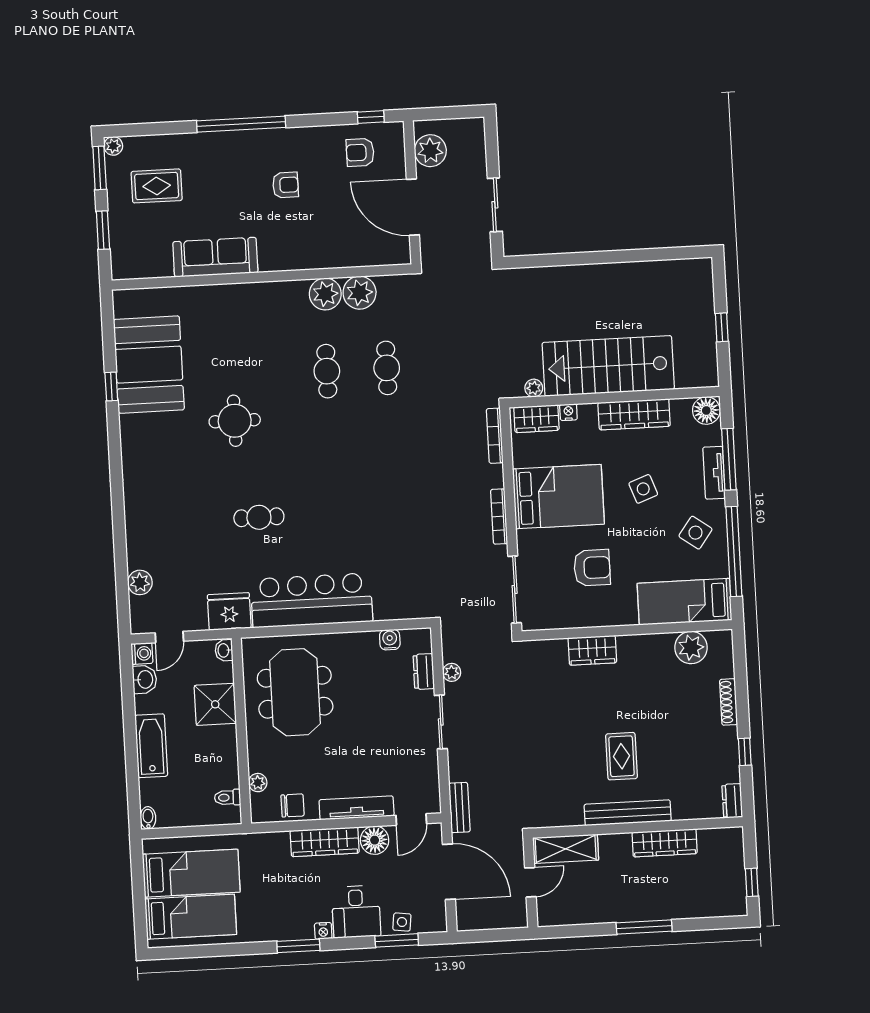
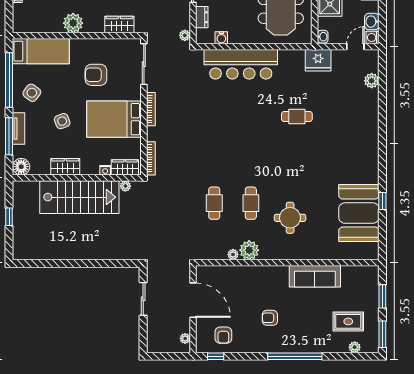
plant: (113, 146) -> (355, 347), moved
plant: (430, 151) -> (185, 338), width x0.53, depth x0.53
armchair: (360, 152) -> (223, 335), turned 90
plant: (360, 293) -> (233, 255), width x0.53, depth x0.53
wardrobe: (634, 414) -> (65, 167), width x0.67
round table: (235, 421) -> (290, 218), moved
bar counter: (312, 600) -> (241, 64), moved
plant: (691, 647) -> (73, 23), moved
wardrobe: (592, 650) -> (119, 25), moved
plant: (452, 672) -> (185, 35), moved

